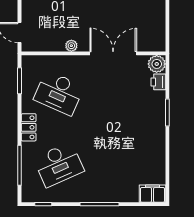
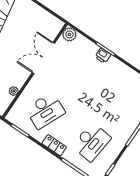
plant: (71, 46) -> (14, 91), moved
printer: (158, 82) -> (103, 56), moved
desk: (59, 165) -> (91, 142), turned 30

